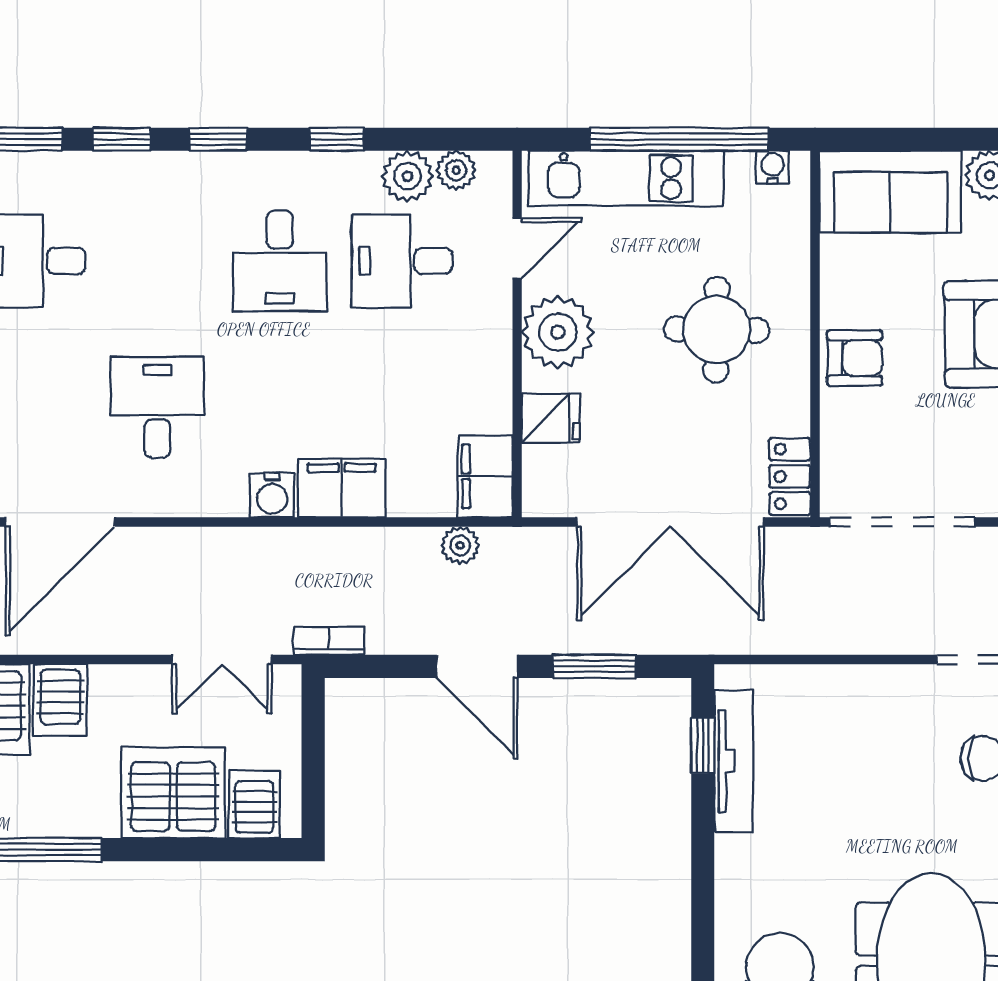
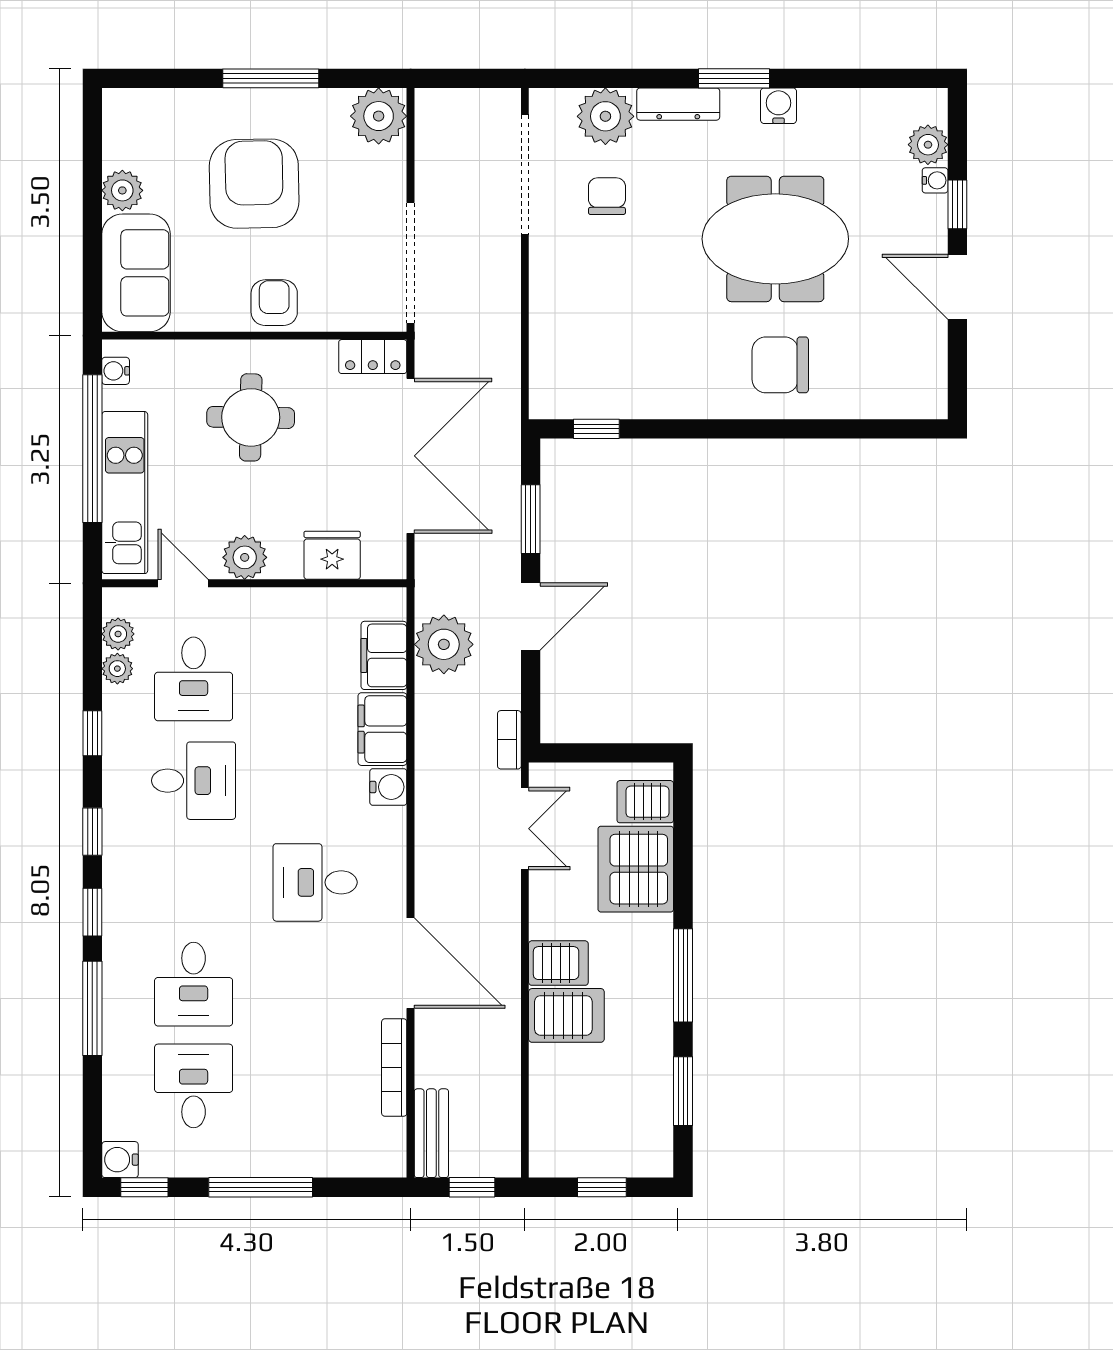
plant: (408, 176) -> (117, 669), width x0.73, depth x0.73
plant: (558, 332) -> (245, 557), width x0.73, depth x0.73
fridge: (551, 418) -> (332, 555), width x1.38
filing cabinet: (485, 476) -> (384, 655), moved, turned 90
plant: (460, 545) -> (444, 644), width x1.87, depth x1.87
tv unit: (733, 761) -> (609, 403), removed

